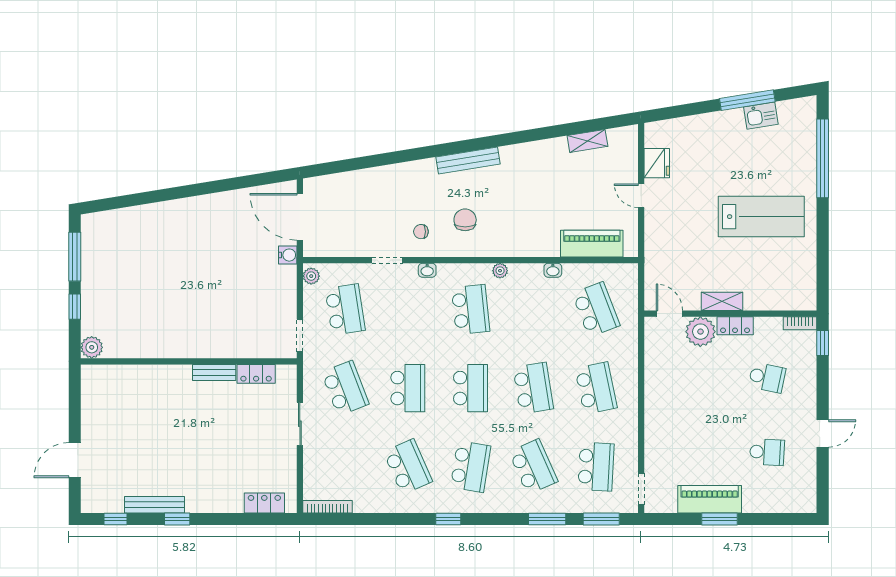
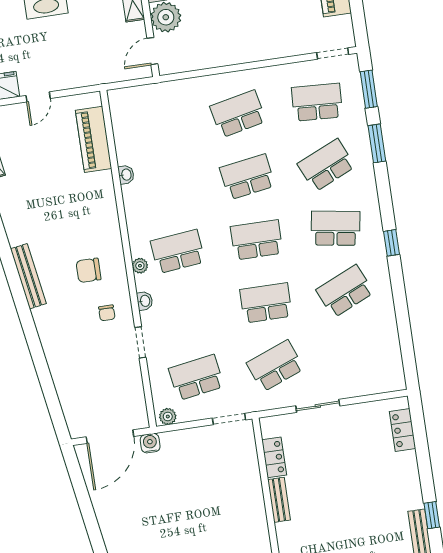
plant: (500, 271) -> (140, 266), moved
school desk: (596, 309) -> (159, 125), removed
bookcase: (328, 507) -> (397, 366), removed

